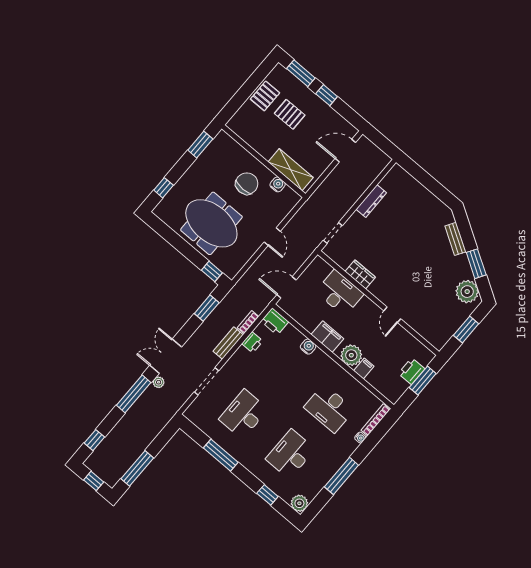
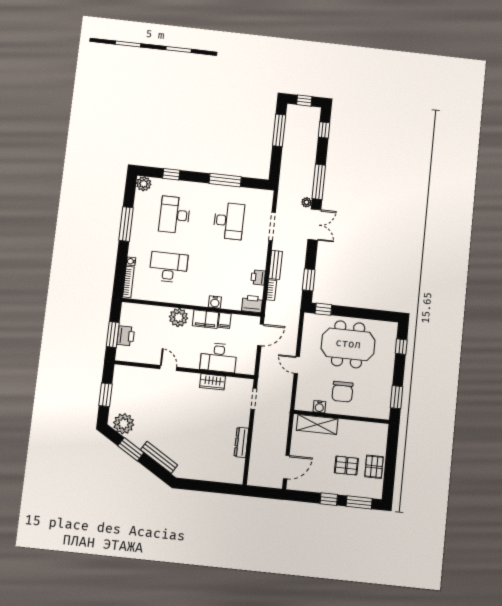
bench: (455, 239) -> (159, 457), width x1.36
filing cabinet: (364, 368) -> (225, 320), moved
desk: (290, 454) -> (175, 215), turned 180

